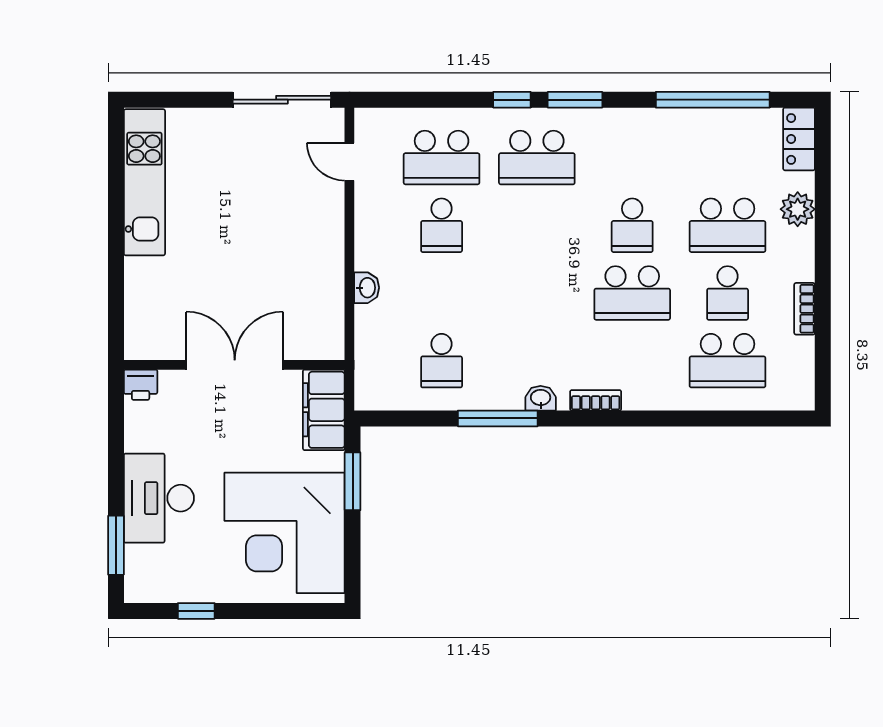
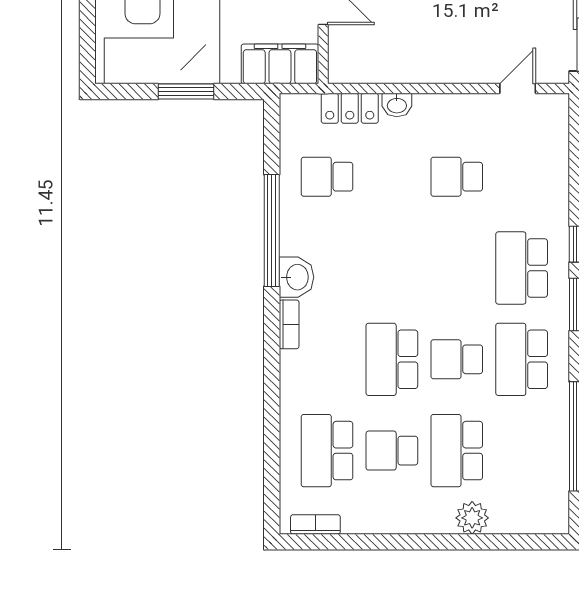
locker: (799, 139) -> (350, 108), moved, turned 180
school desk: (442, 158) -> (522, 359), moved
bookcase: (805, 309) -> (315, 524), moved
washbasin: (541, 398) -> (296, 277), width x1.38, depth x1.45
window: (498, 418) -> (272, 231), width x1.46
window: (353, 481) -> (186, 92), moved

